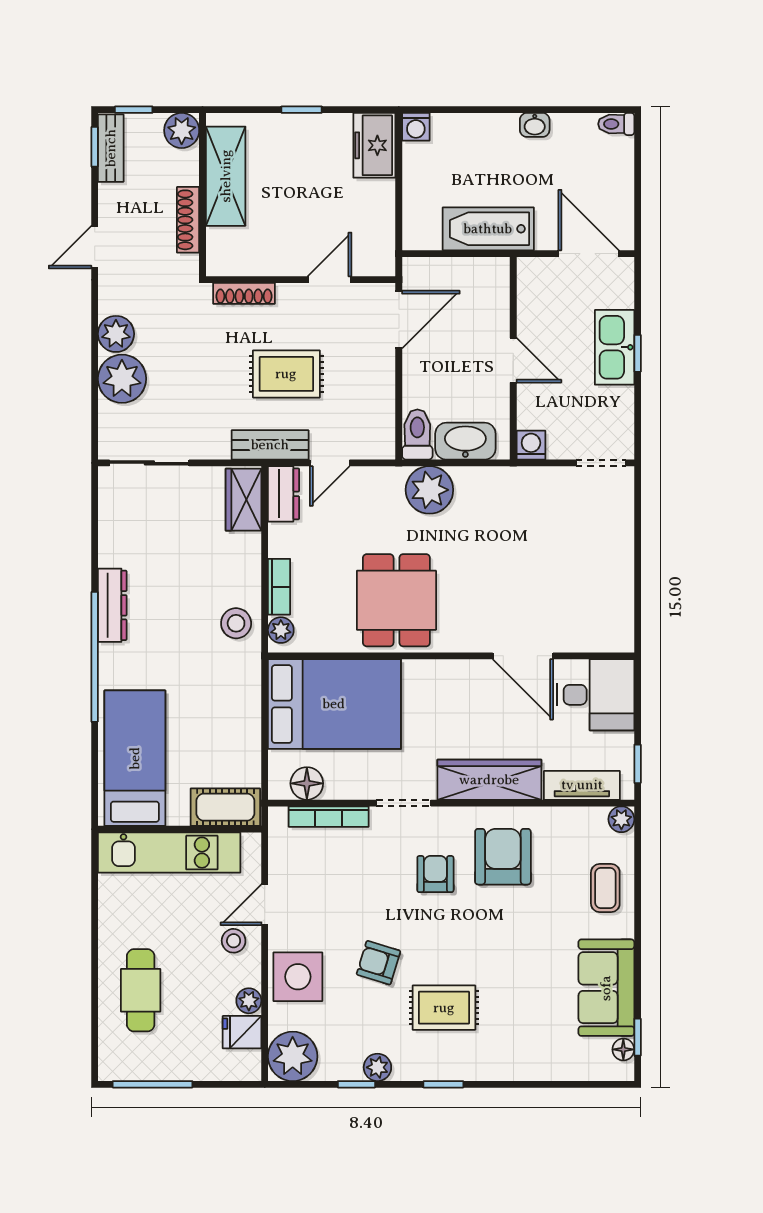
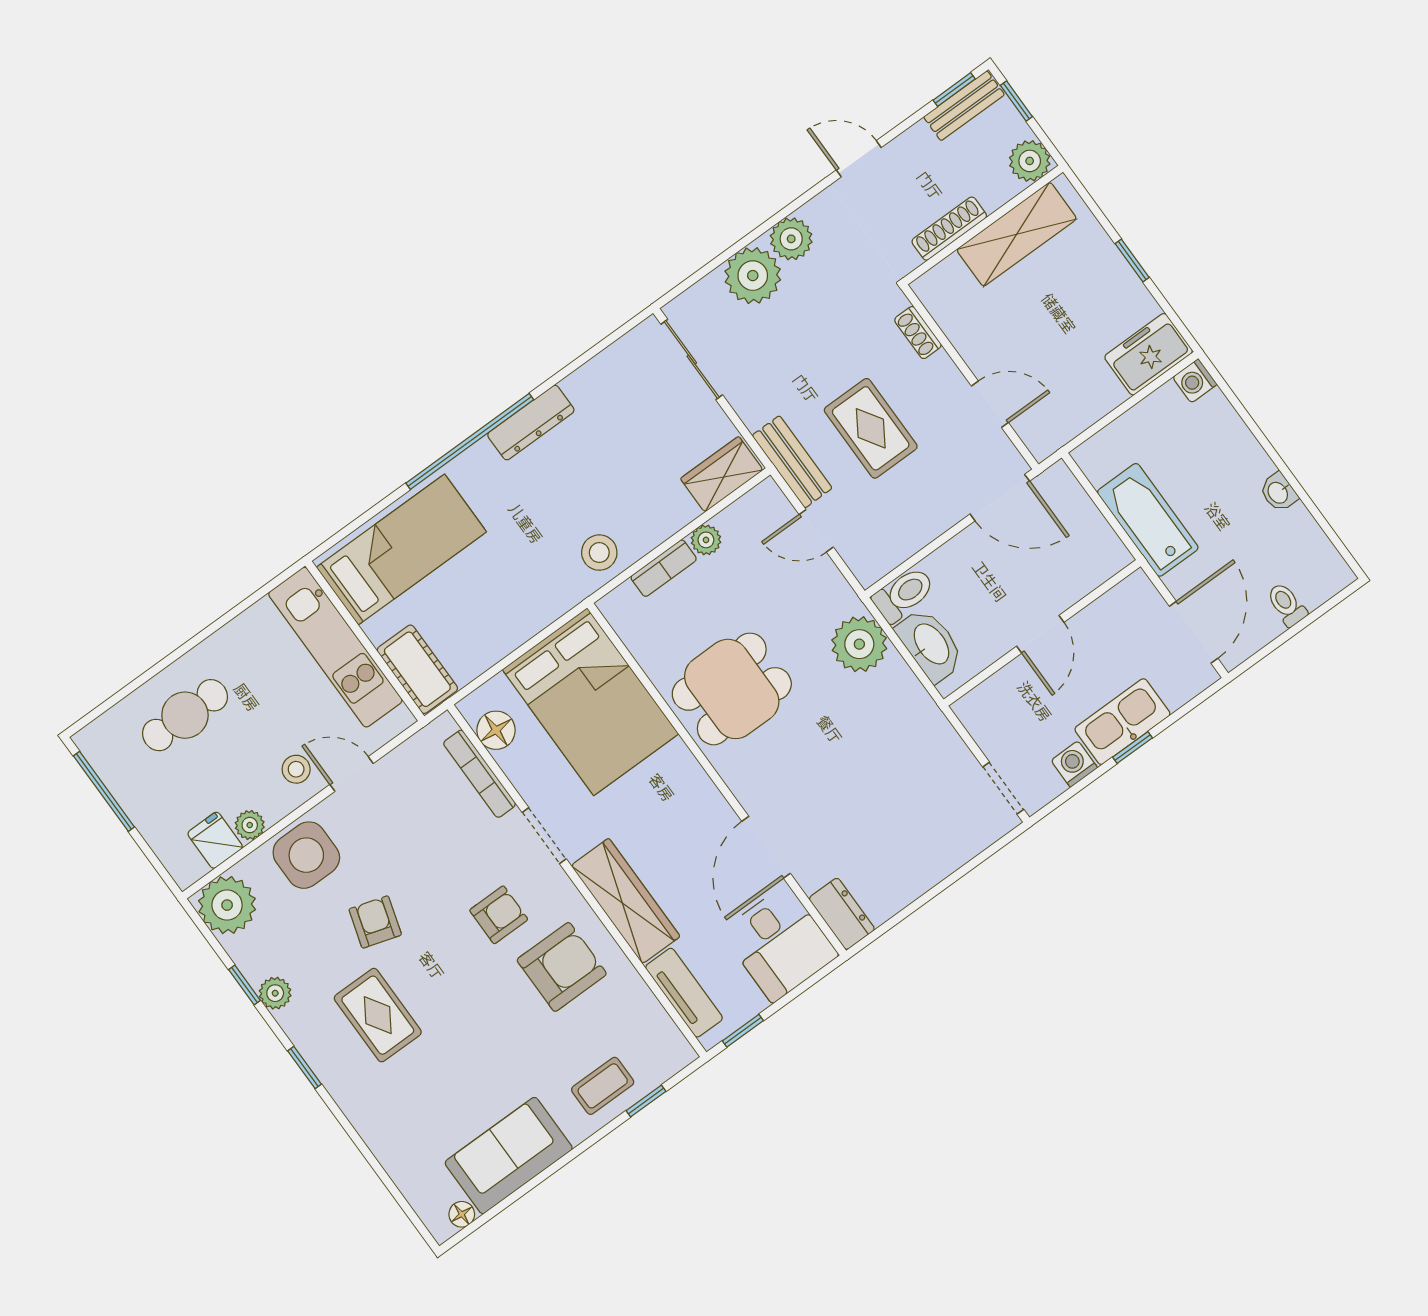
toilet: (616, 124) -> (1287, 605), moved
shoe rack: (244, 293) -> (918, 333), width x0.70
washing machine: (531, 445) -> (1074, 764), moved, turned -90
dresser: (284, 494) -> (842, 914), moved, turned -90
plant: (281, 630) -> (706, 540), moved
plant: (621, 819) -> (679, 1054), removed
window: (638, 1037) -> (646, 1101), moved

